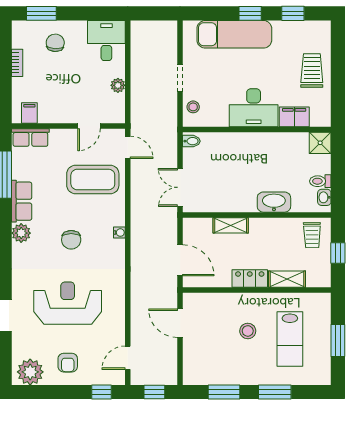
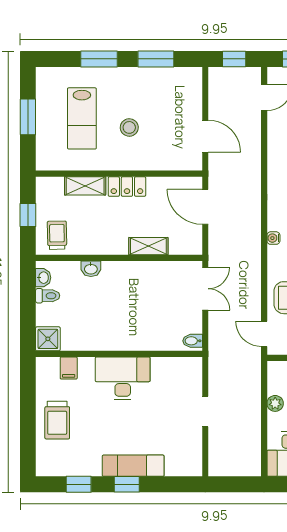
exam couch: (234, 34) -> (133, 466), width x0.73, depth x0.69
stool: (193, 107) -> (191, 379), removed
filing cabinet: (294, 117) -> (69, 368), width x0.50
washbasin: (274, 202) -> (91, 269), width x0.52, depth x0.69
lab bench: (290, 339) -> (82, 118), turned 180

